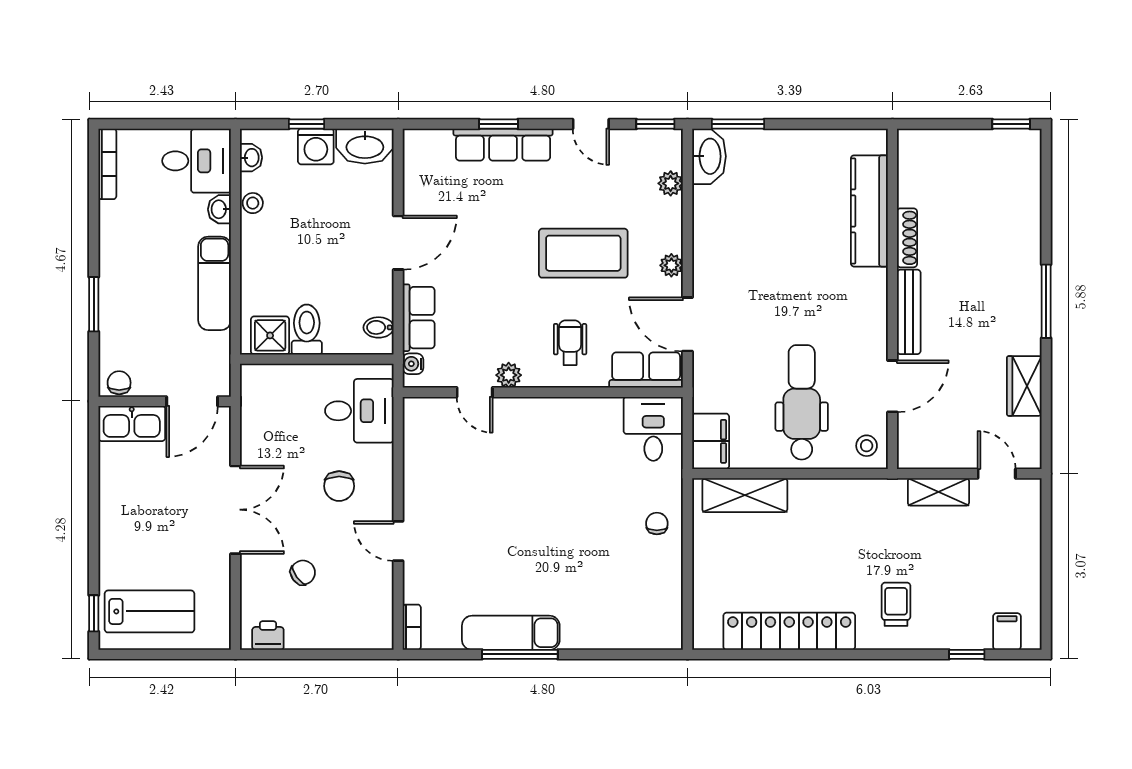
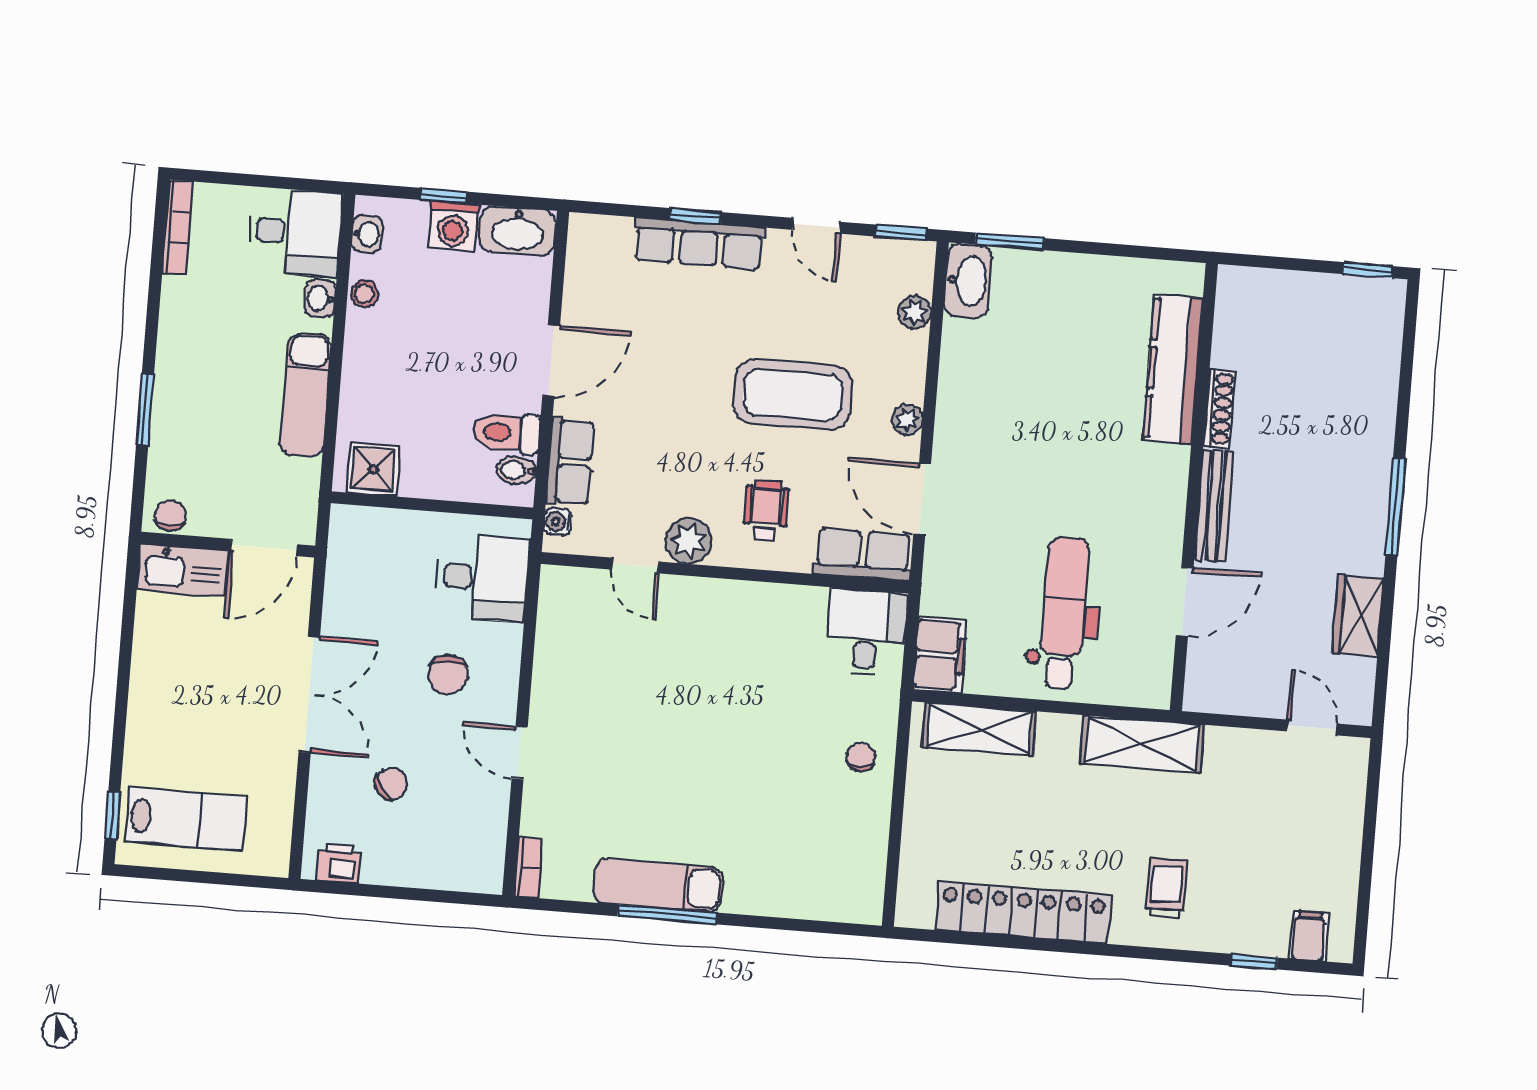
toilet: (307, 330) -> (506, 433), moved, turned -90
plant: (509, 375) -> (689, 541), width x1.38, depth x1.38
stool: (867, 446) -> (1144, 677), removed
shelving: (938, 492) -> (1142, 744), moved, width x1.50, depth x1.33

